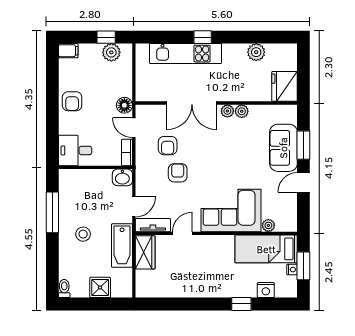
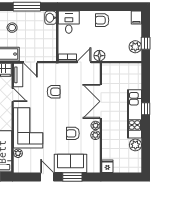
kitchen unit: (186, 54) -> (135, 114), moved
fridge: (284, 86) -> (107, 166), width x0.53, depth x0.75
armchair: (168, 146) -> (73, 133), moved
washbasin: (122, 177) -> (51, 18), moved

